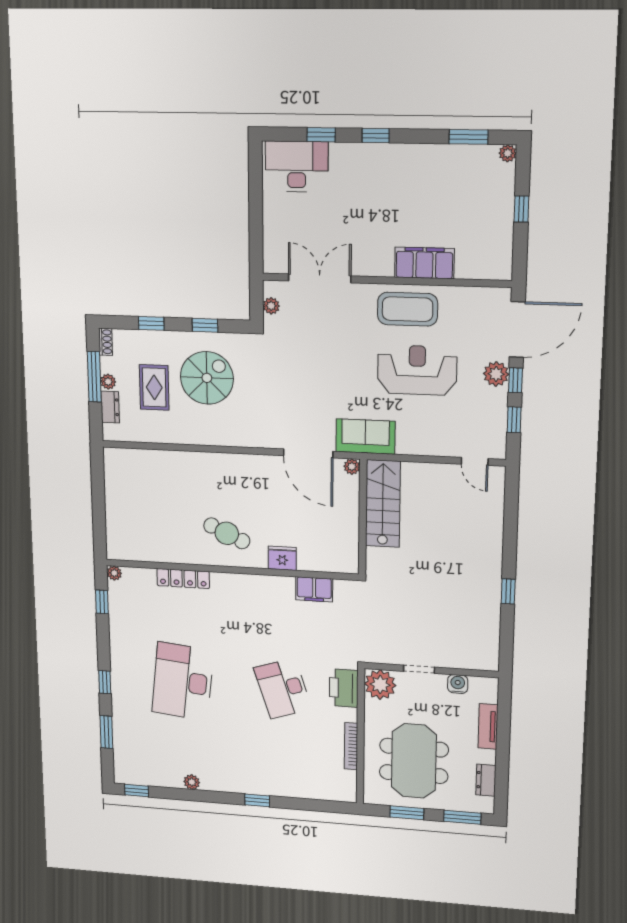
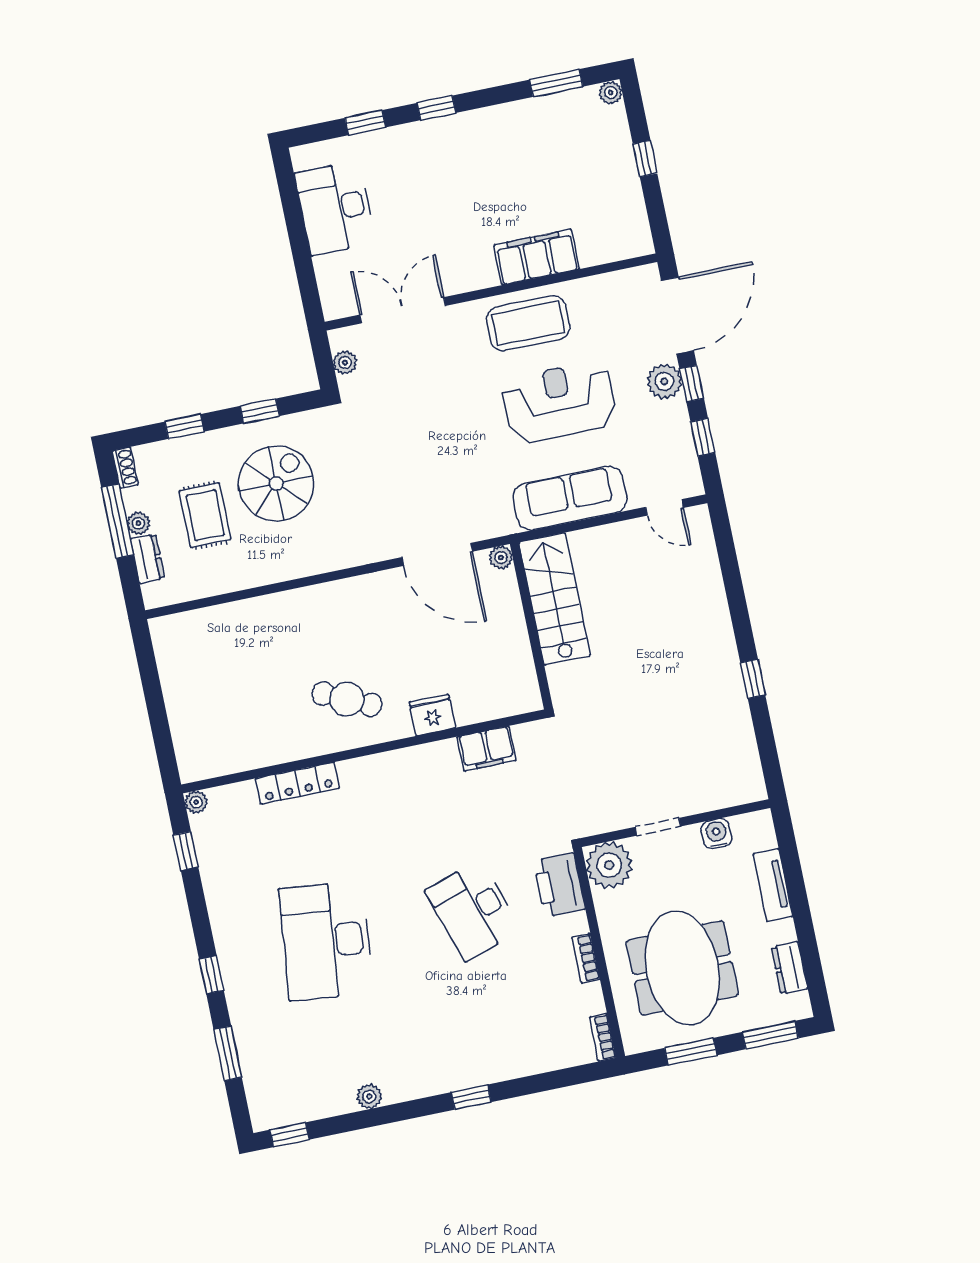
desk: (297, 167) -> (335, 208), moved, turned -90
sofa: (365, 436) -> (570, 498), moved, width x1.36
bookcase: (351, 746) -> (586, 958), width x0.64
bookcase: (351, 789) -> (603, 1038), added

